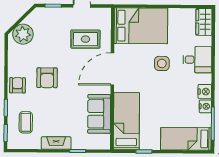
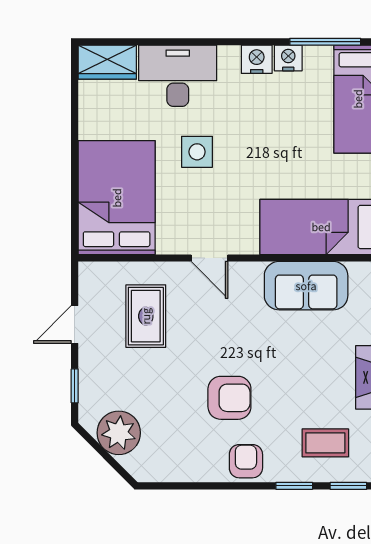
plant: (23, 34) -> (119, 433), moved
desk: (197, 60) -> (178, 76), width x1.37
door: (112, 69) -> (210, 258), width x0.53
armchair: (17, 85) -> (246, 461), turned 90

